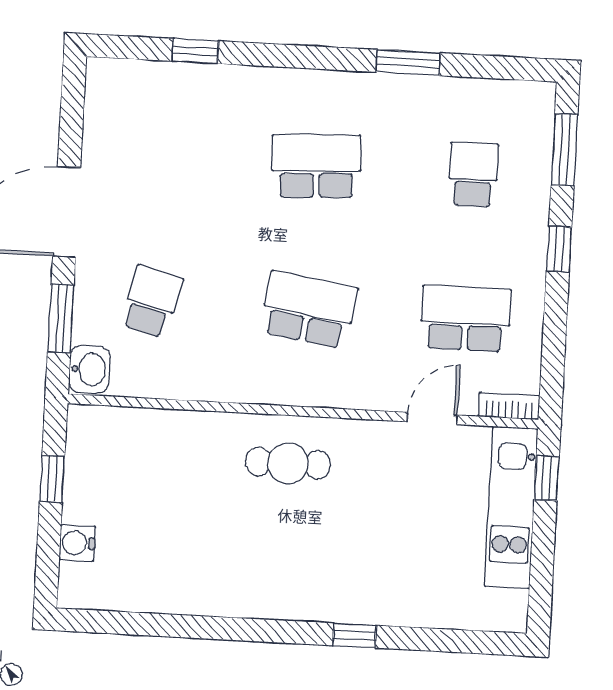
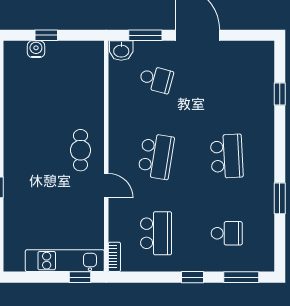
door: (432, 418) -> (106, 186), moved
window: (52, 479) -> (46, 35), moved

